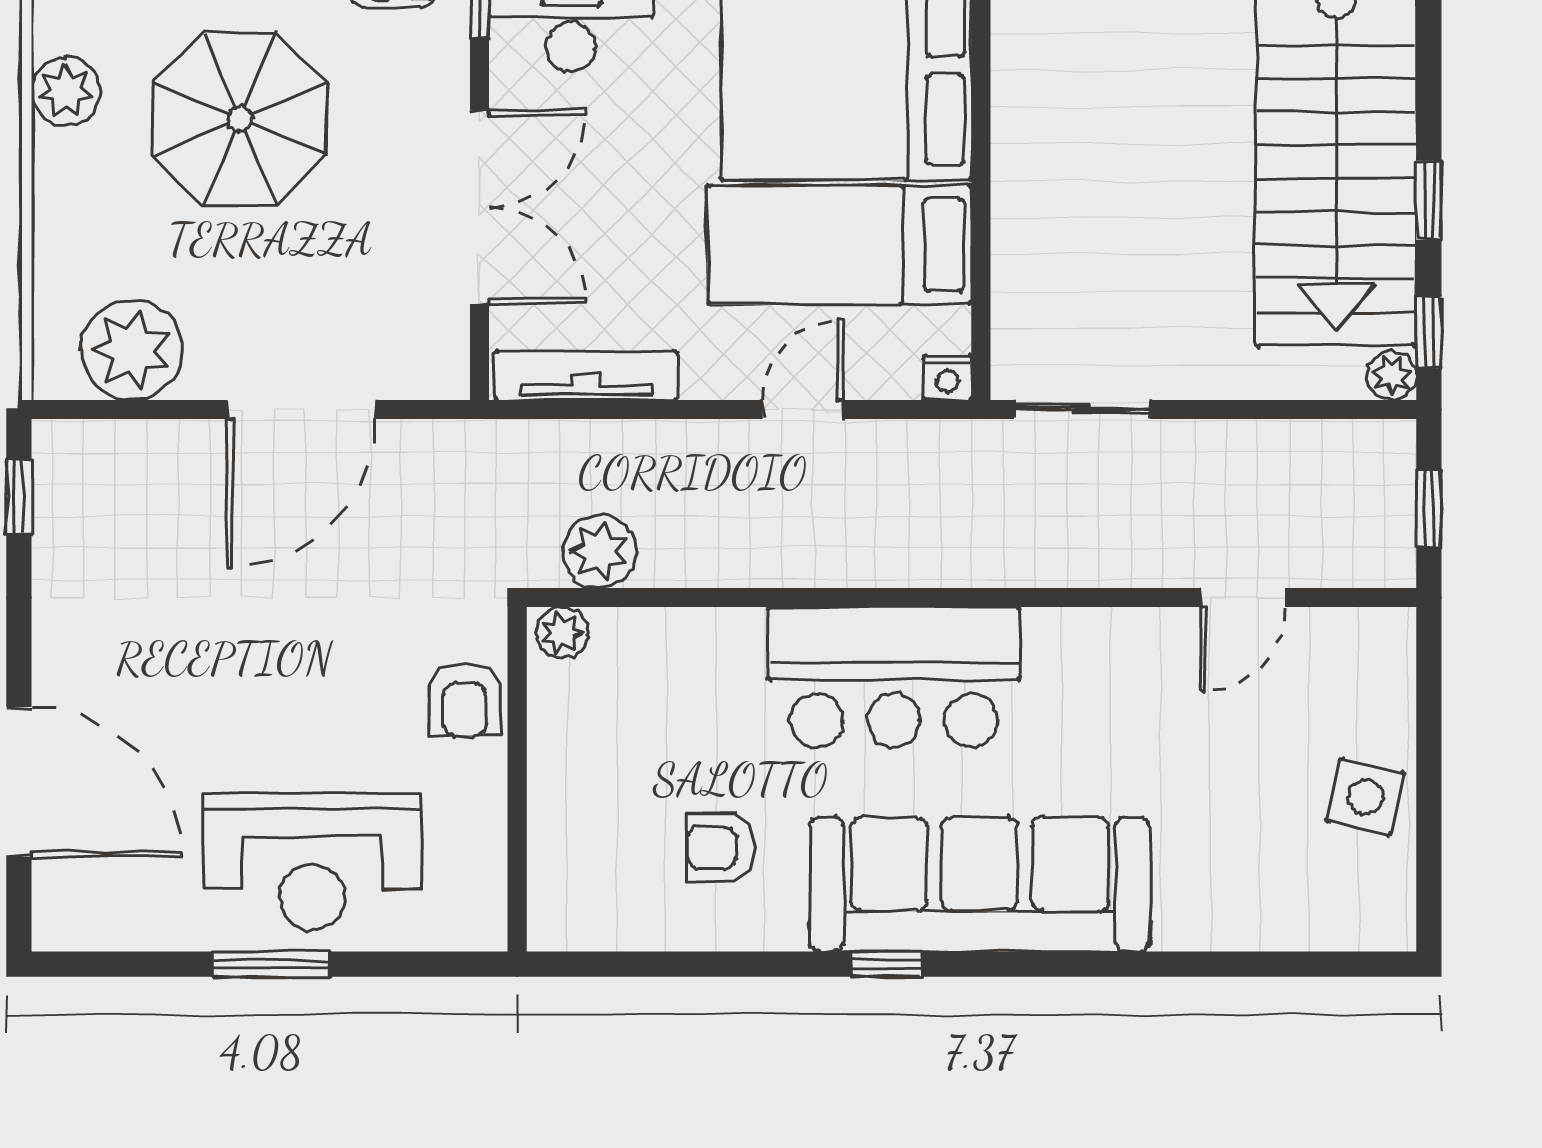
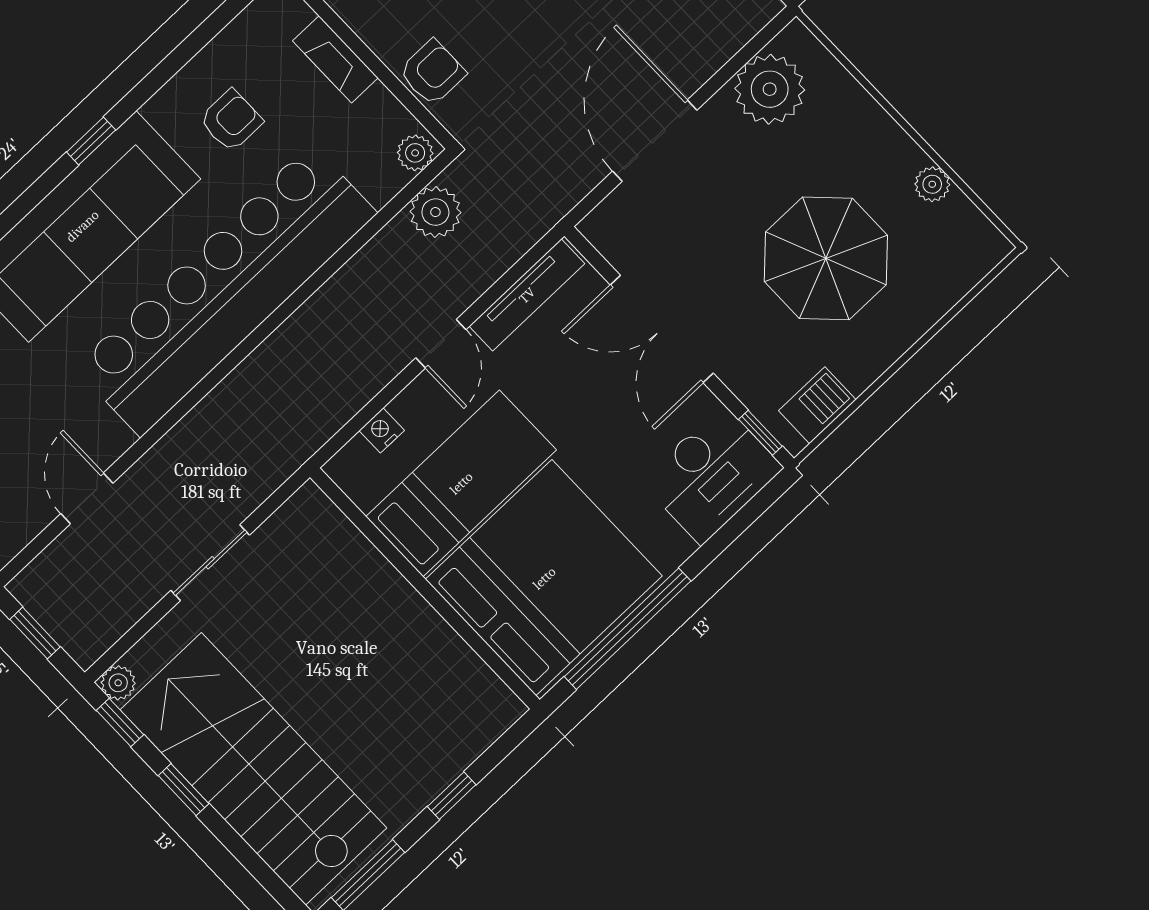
plant: (66, 91) -> (932, 184), width x0.73, depth x0.73
nightstand: (948, 378) -> (382, 430), moved
door: (803, 410) -> (441, 344), moved
sliding door: (1082, 410) -> (210, 563), moved
bar counter: (894, 677) -> (226, 290), width x1.86
armchair: (465, 699) -> (432, 72), turned 90
fireplace: (553, 808) -> (335, 59), added

